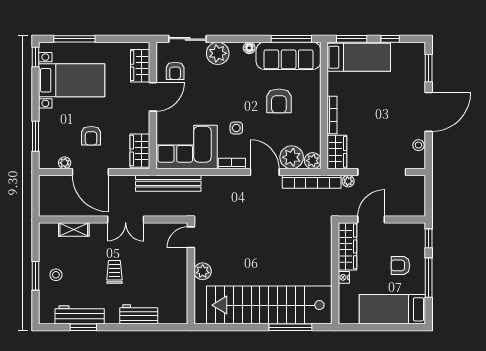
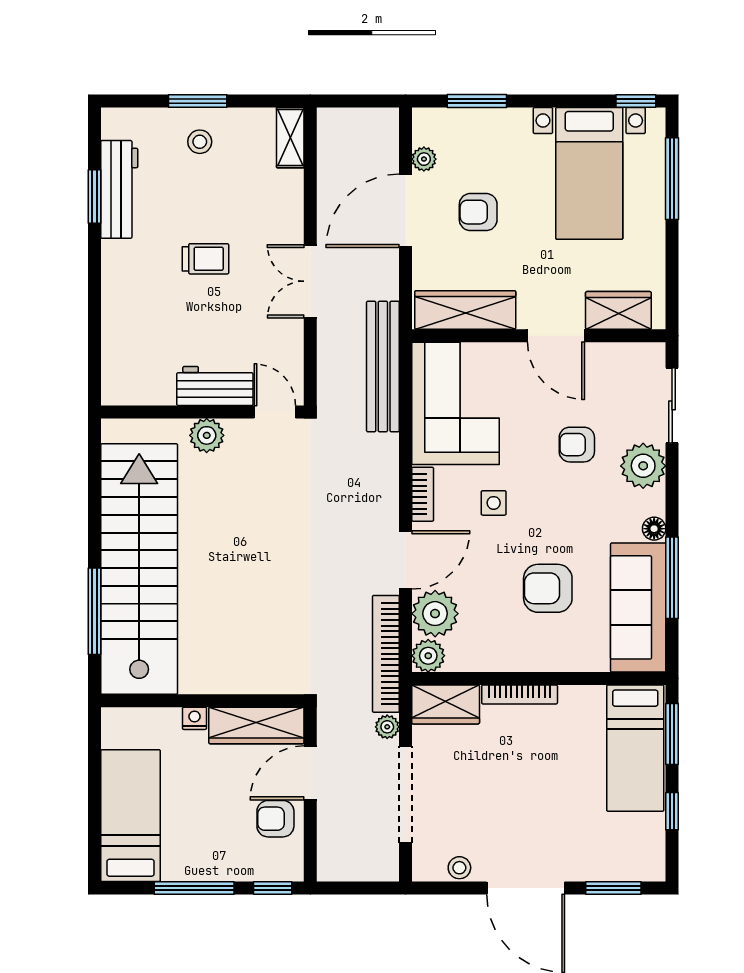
window: (291, 39) -> (672, 578), moved
armchair: (175, 71) -> (577, 445), moved
wardrobe: (140, 151) -> (465, 310), width x1.50
door: (371, 220) -> (310, 773), swing flipped
shelving: (74, 230) -> (290, 138), moved
armchair: (400, 265) -> (275, 819), moved, turned -90
workbench: (139, 314) -> (215, 386), moved, turned -90

